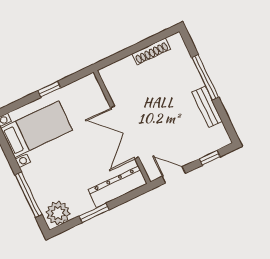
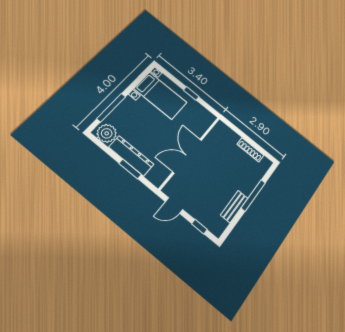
door: (174, 175) -> (174, 206), swing flipped
dresser: (118, 187) -> (131, 156), moved
window: (94, 213) -> (130, 169), moved

